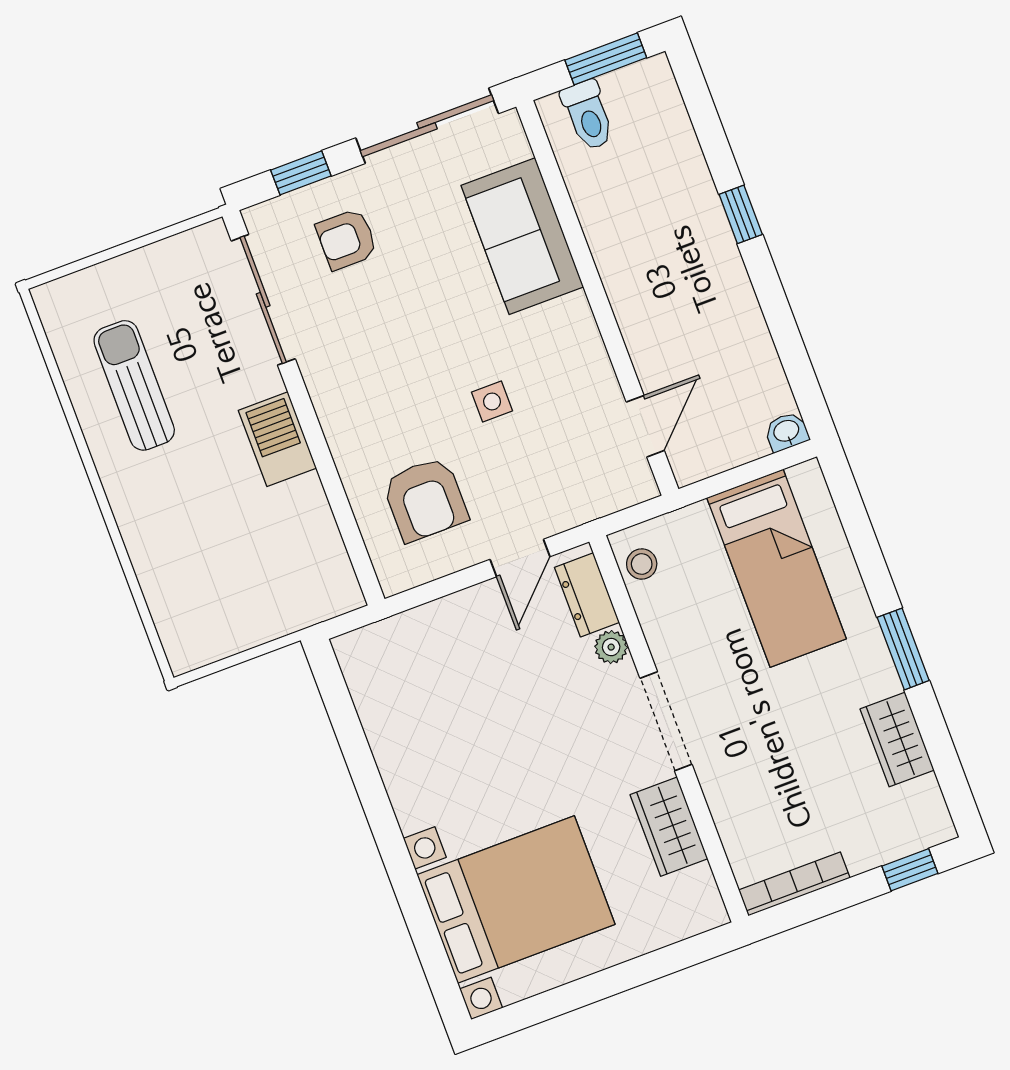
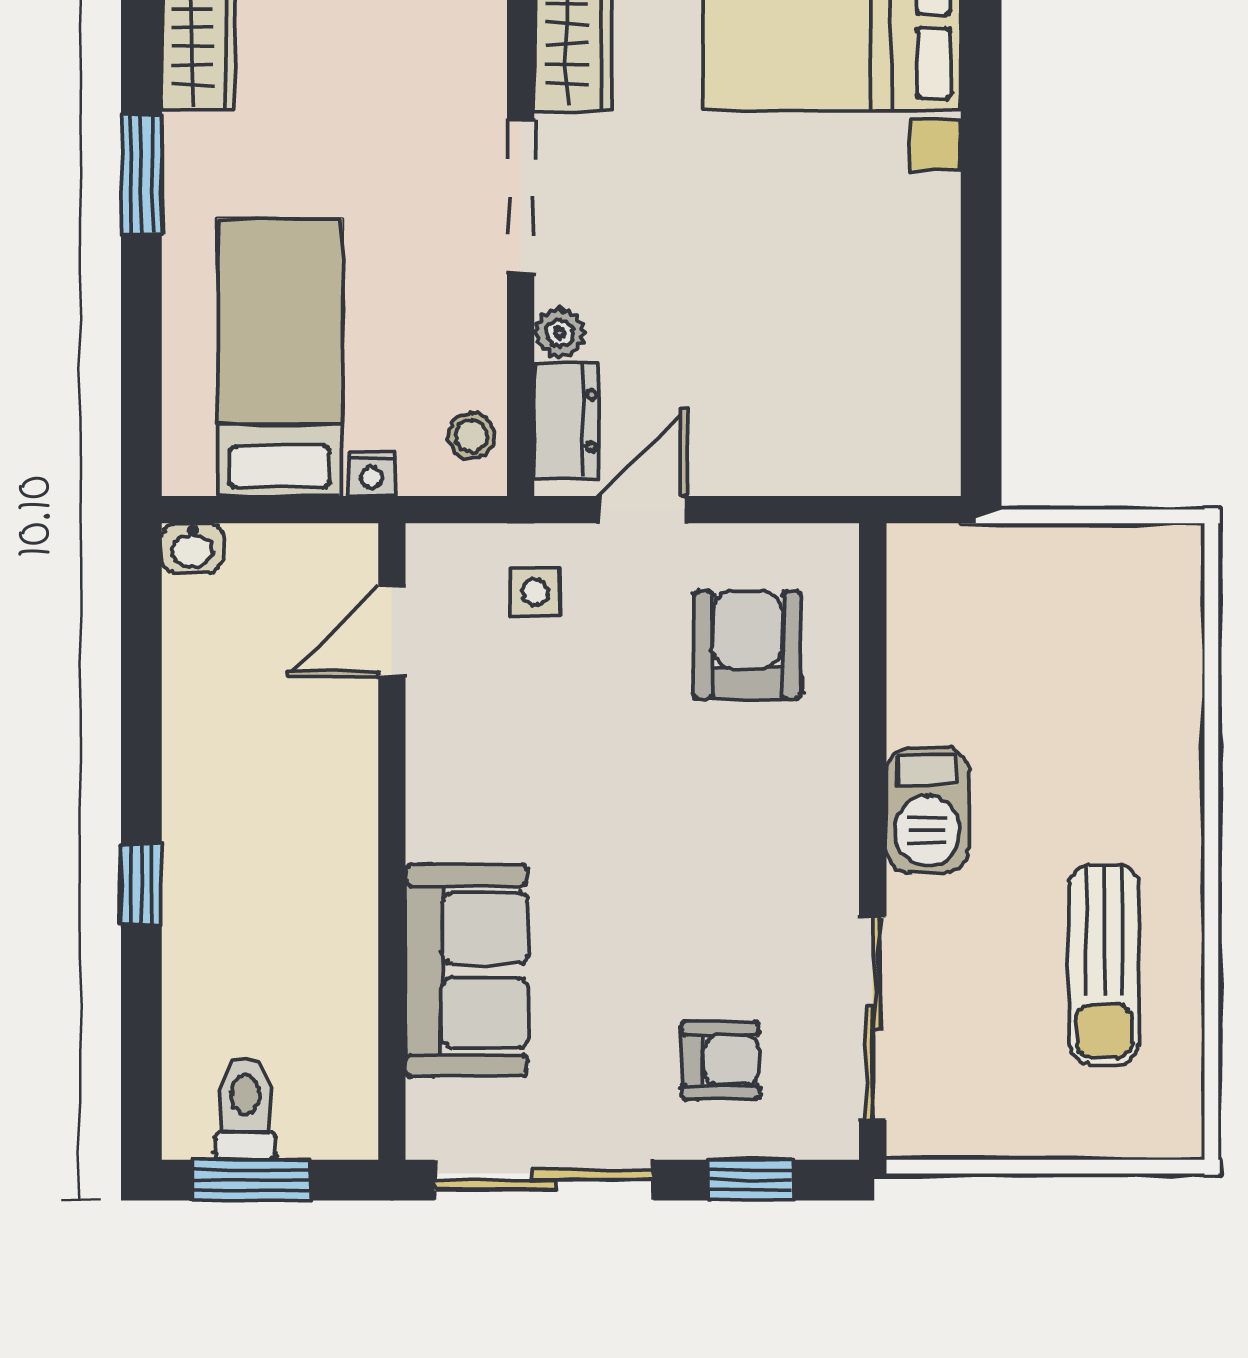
toilet: (588, 115) -> (245, 1109), moved
side table: (492, 402) -> (535, 592), moved
nightstand: (694, 518) -> (371, 474), added

